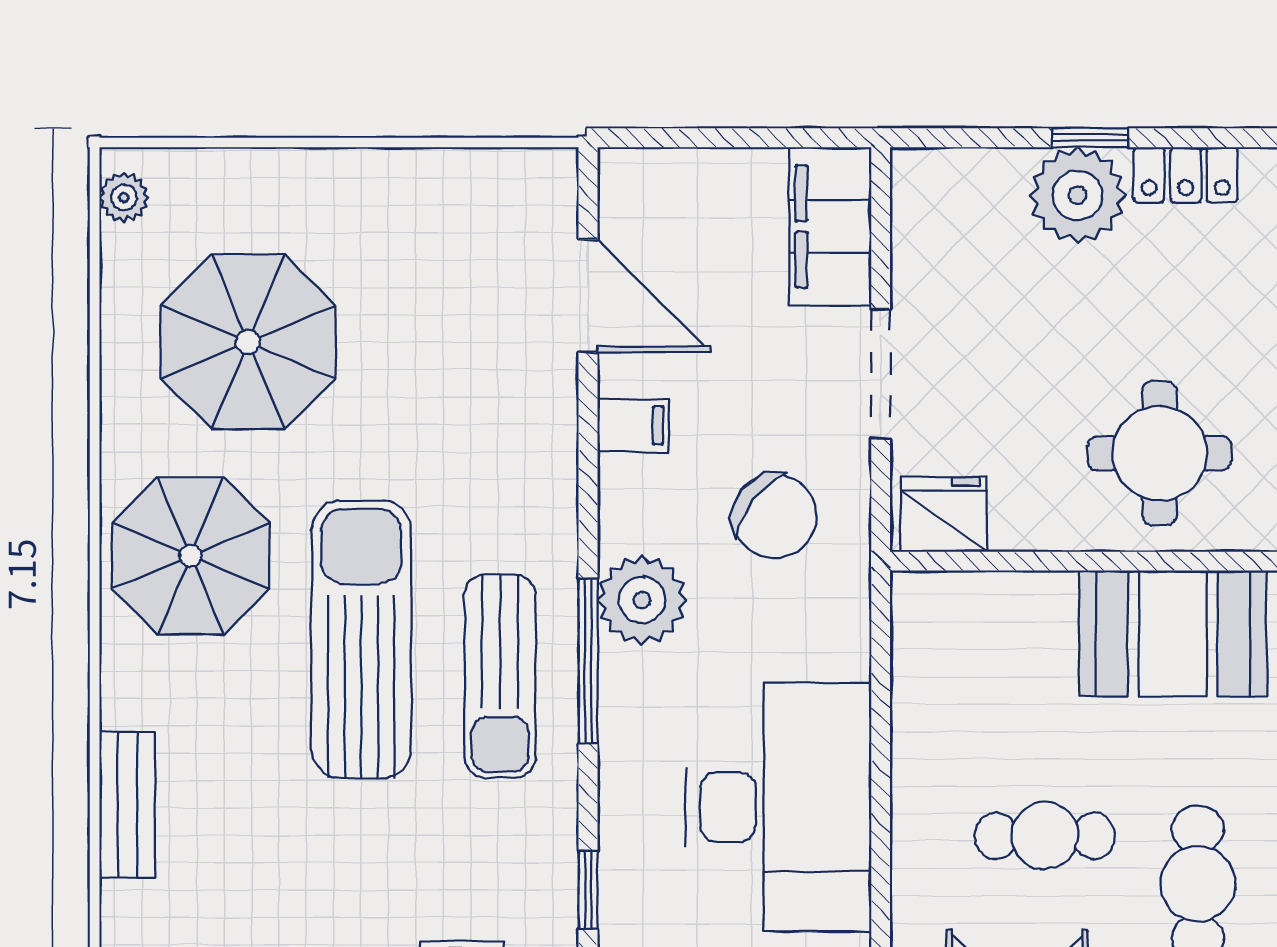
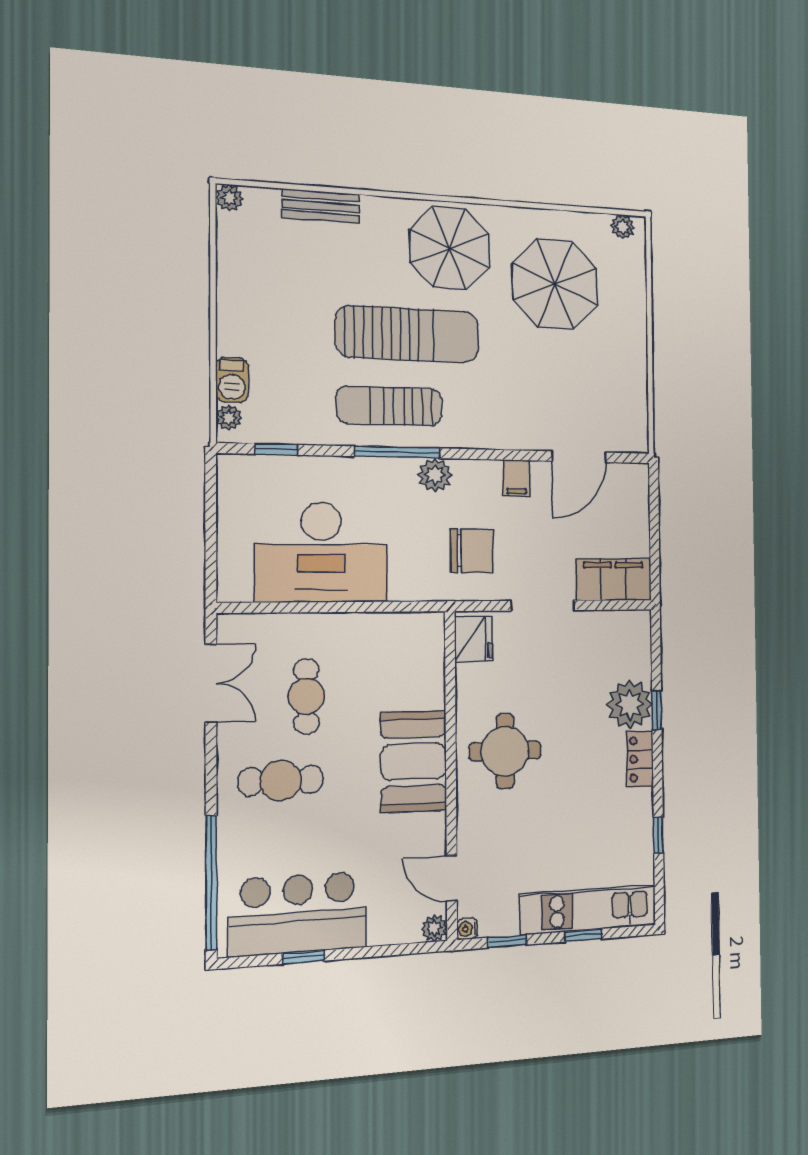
chair: (774, 516) -> (472, 551), turned -128
plant: (642, 600) -> (435, 475), width x0.73, depth x0.73

